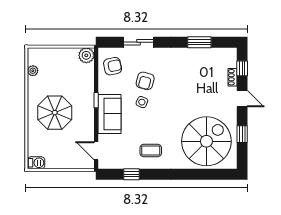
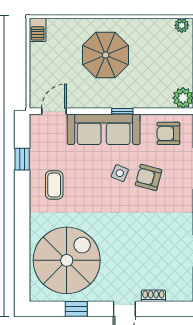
armchair: (113, 66) -> (168, 133), turned 102
window: (242, 68) -> (165, 309), removed
plant: (33, 71) -> (182, 25), moved
sofa: (110, 114) -> (104, 129), width x1.36
spiral stairs: (206, 141) -> (67, 260), turned -90

